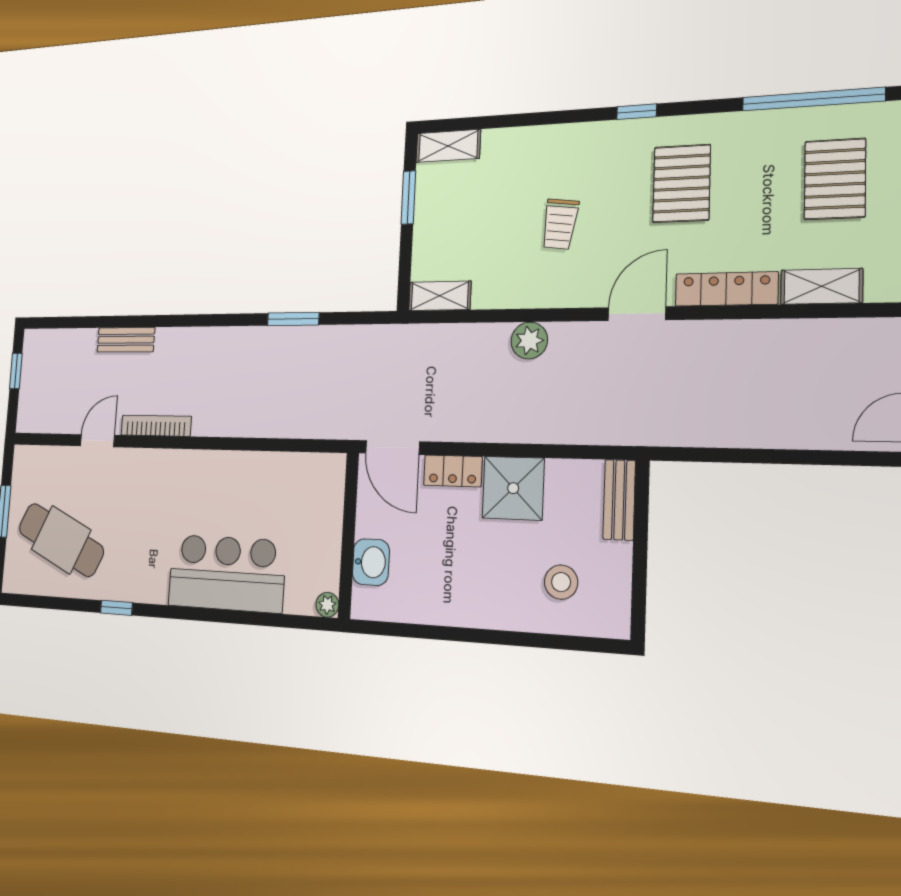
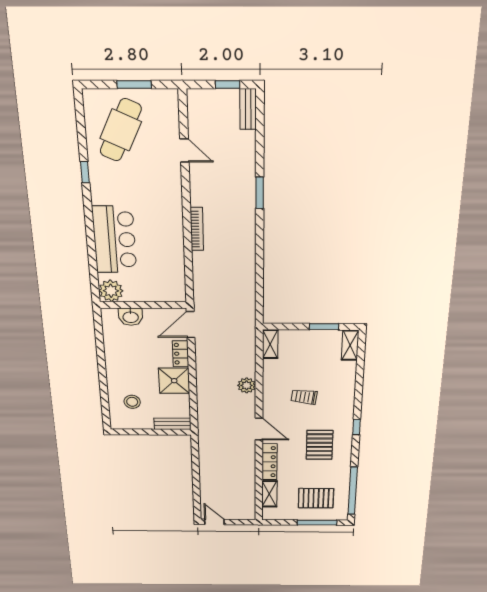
pallet: (682, 184) -> (320, 445), turned 90
window: (293, 319) -> (260, 193), moved
bench: (126, 340) -> (248, 109), moved
bookcase: (156, 426) -> (197, 229), moved
plant: (327, 605) -> (111, 291), width x1.87, depth x1.87

